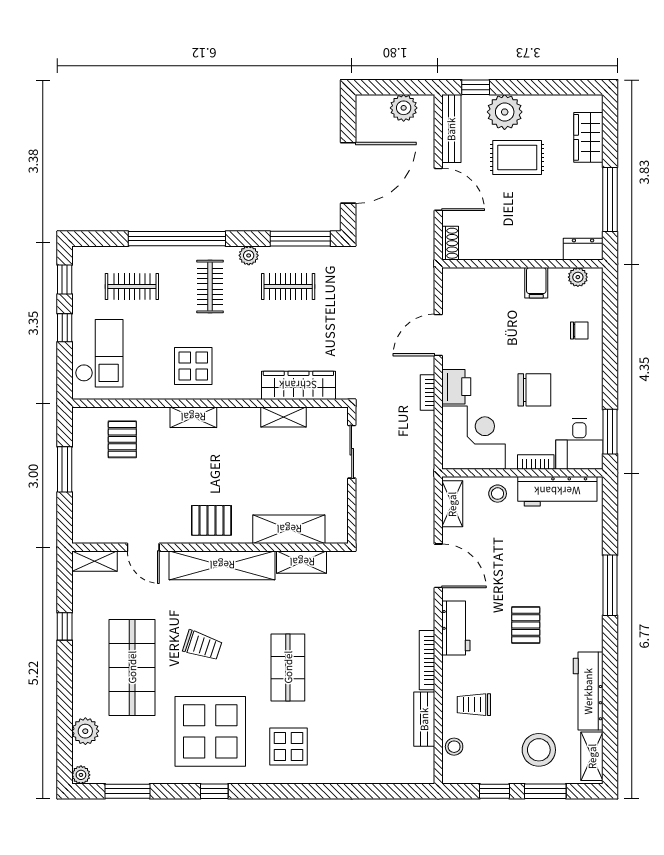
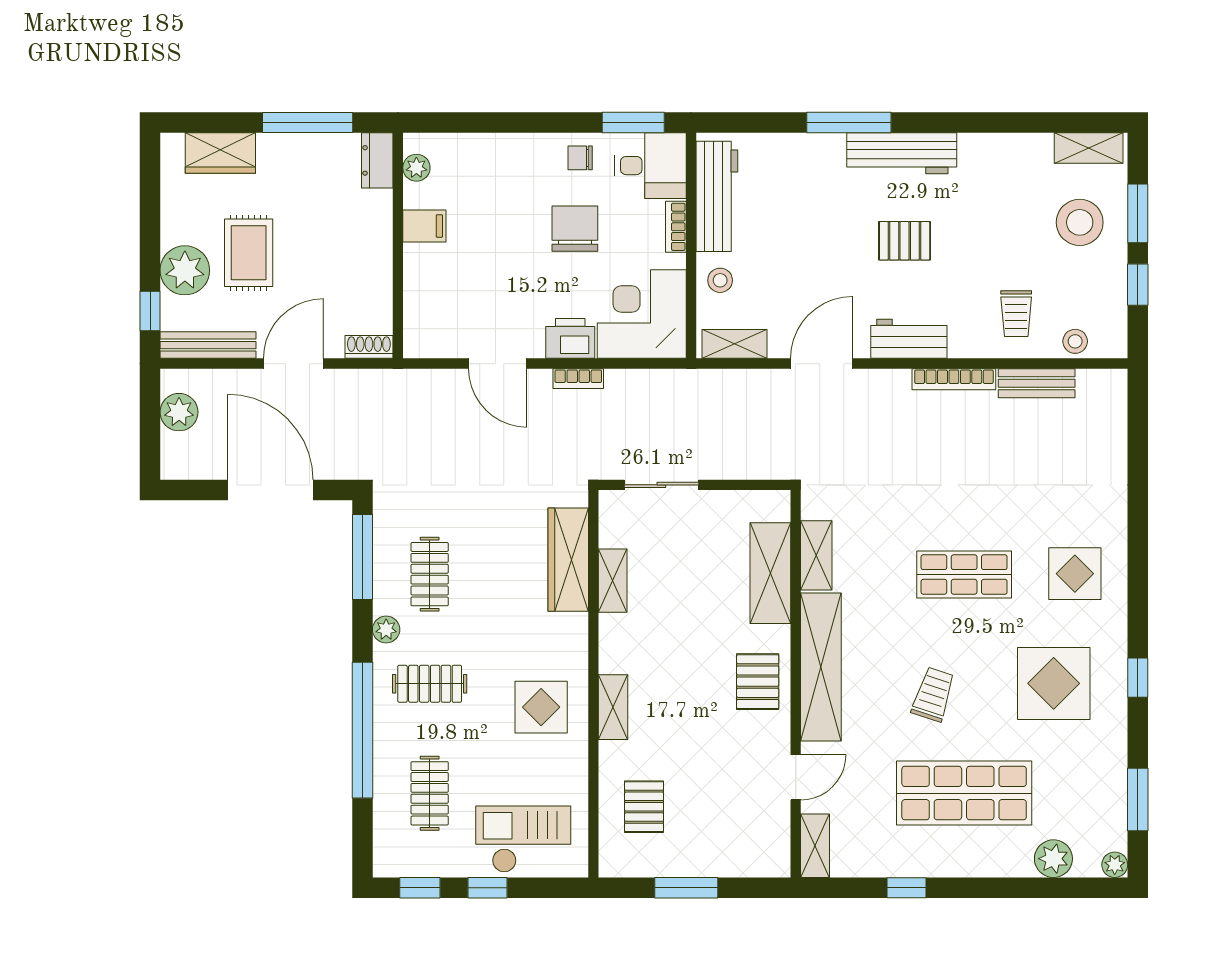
chair: (579, 330) -> (580, 158), moved, turned -90
pallet: (122, 439) -> (644, 807), turned 90
workbench: (588, 691) -> (902, 153), moved
display table: (210, 731) -> (1054, 683), width x0.73, depth x0.73

